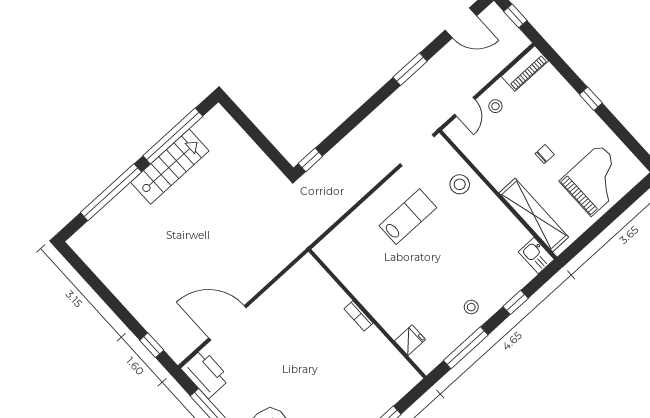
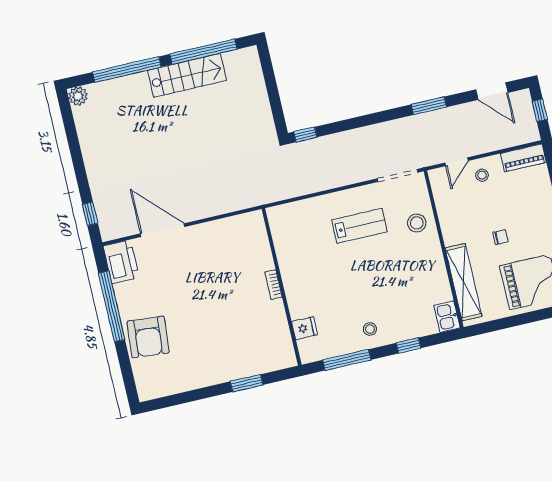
plant: (79, 242) -> (78, 96), added

